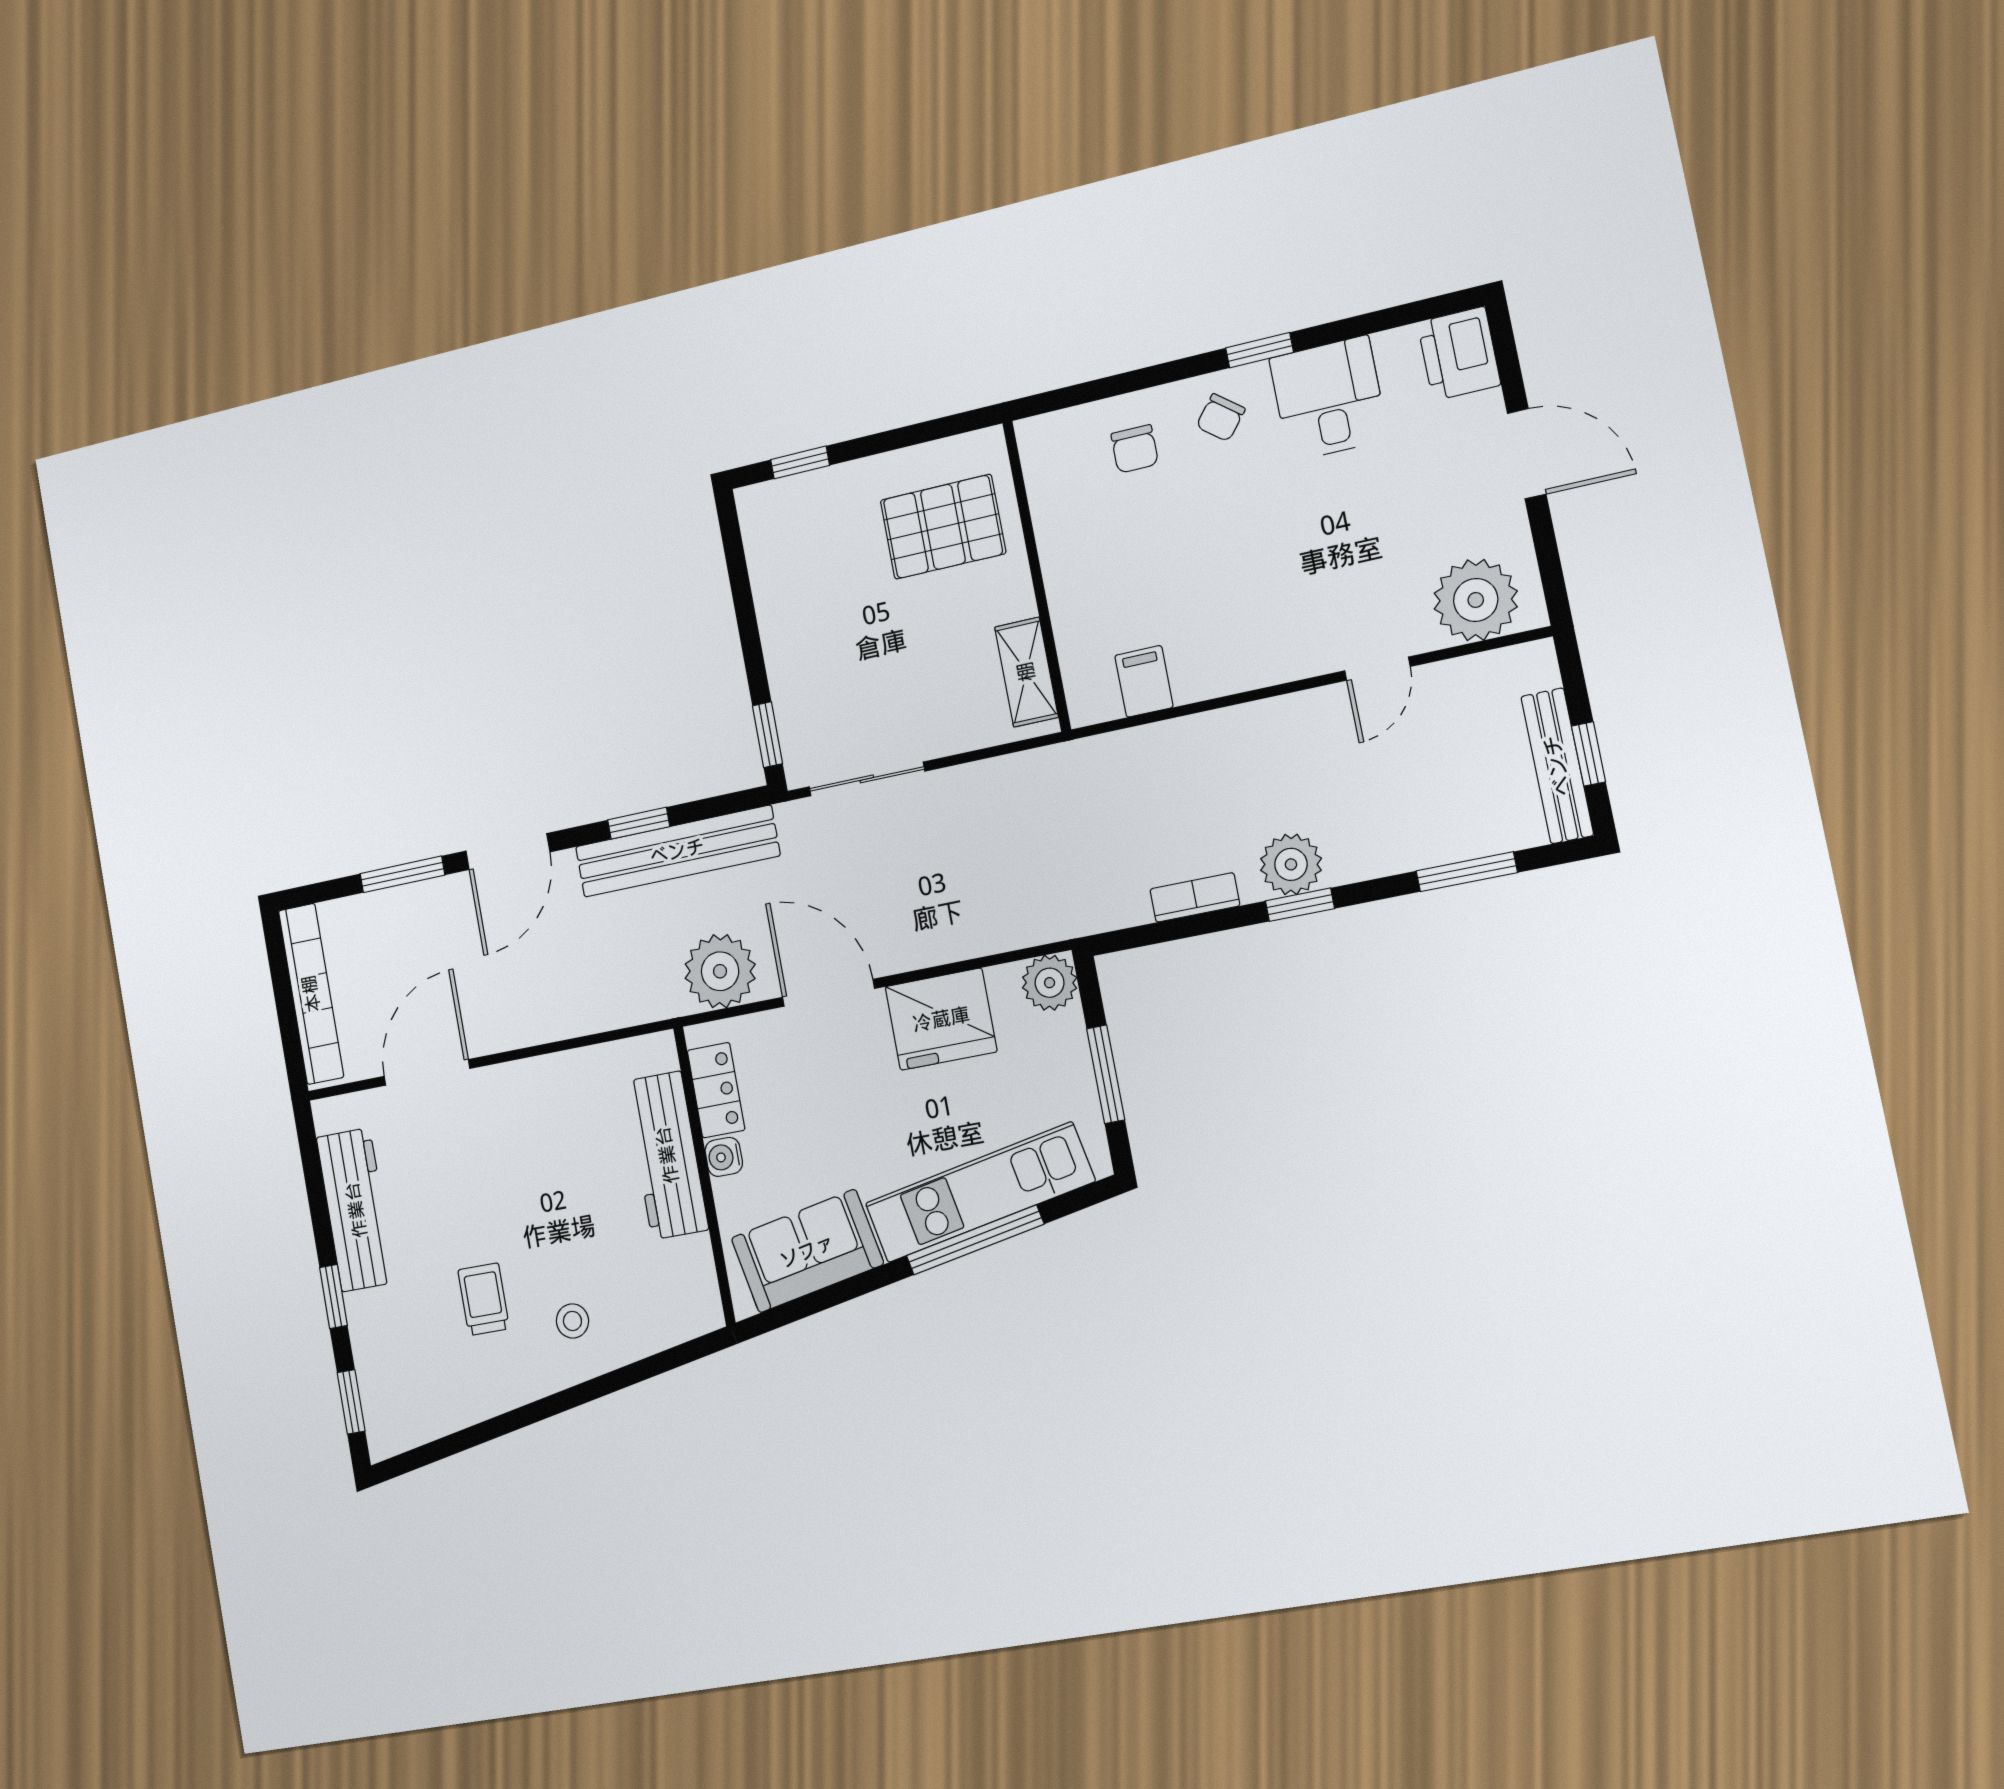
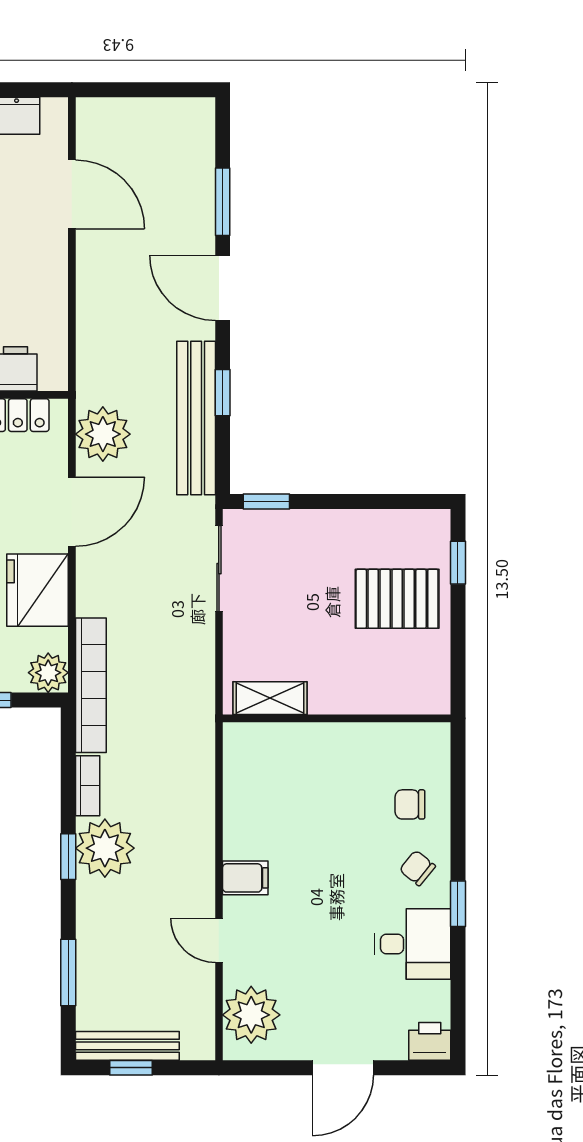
printer: (1459, 354) -> (430, 1041), width x0.73, depth x0.81
pallet: (943, 527) -> (397, 599), moved, turned 90
filing cabinet: (1144, 681) -> (245, 878), moved
plant: (1291, 864) -> (105, 848), width x1.36, depth x1.36
bookcase: (311, 994) -> (91, 685), moved, turned -90

